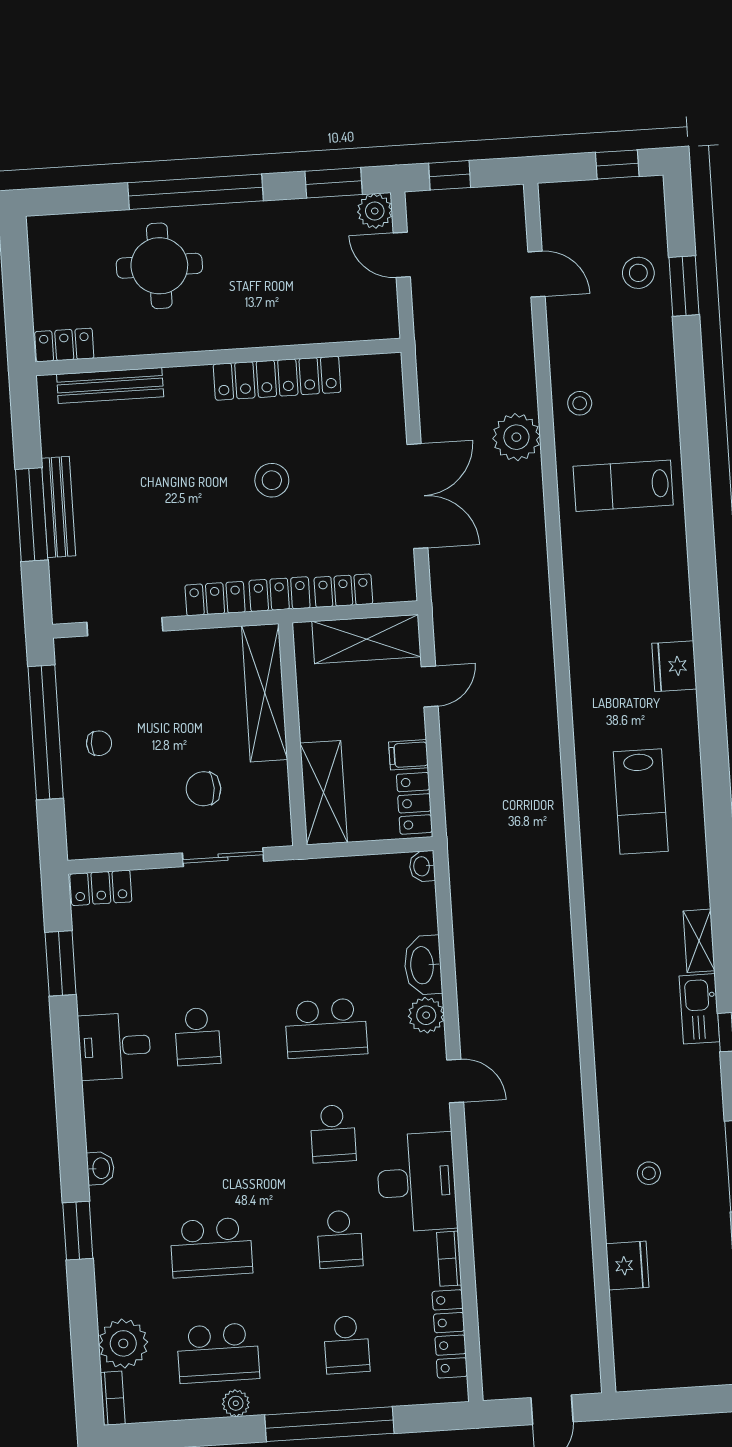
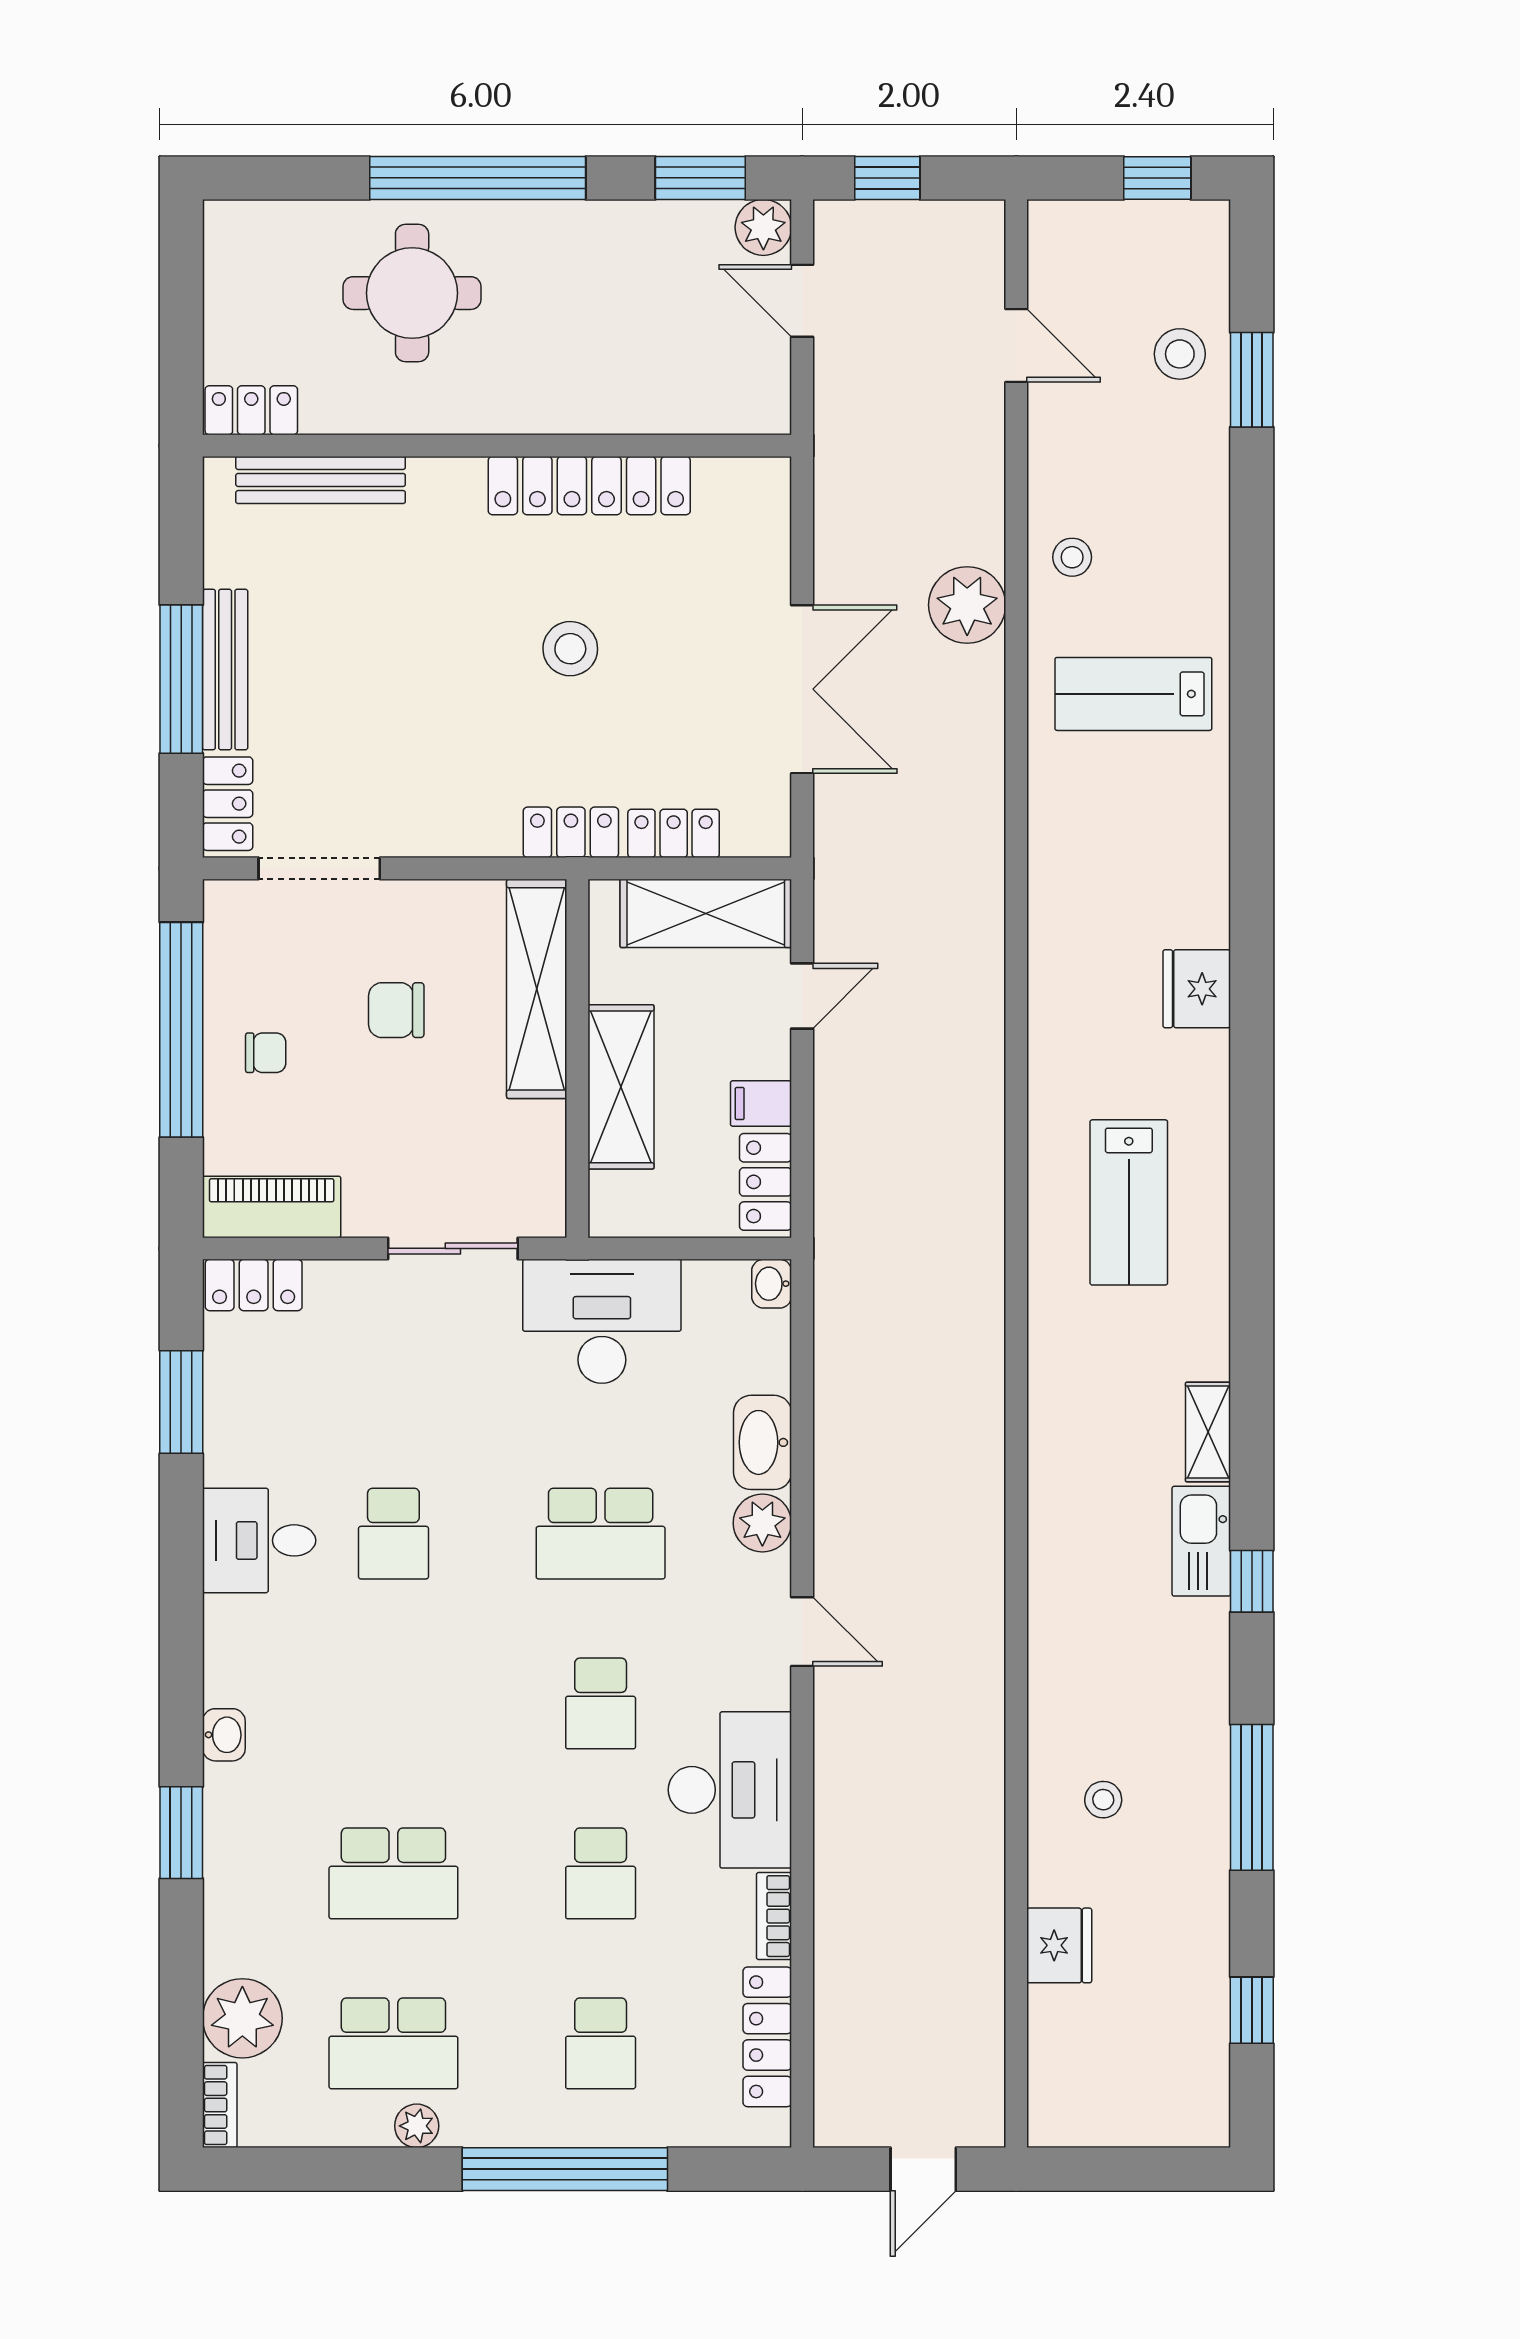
locker: (215, 599) -> (228, 804), moved, turned 90
chair: (203, 789) -> (396, 1010), moved
shelving: (324, 793) -> (621, 1087), moved
piano: (109, 839) -> (272, 1207), added
desk: (318, 896) -> (602, 1321), added

